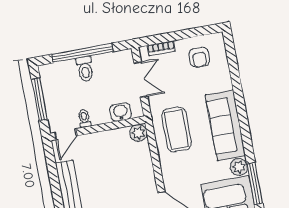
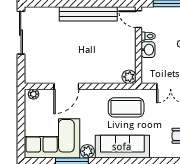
washbasin: (120, 112) -> (148, 50), moved

